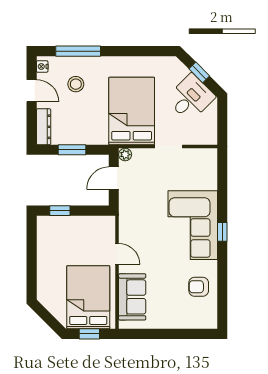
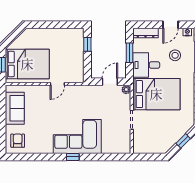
desk: (191, 98) -> (146, 65), moved, turned 135
door: (114, 178) -> (110, 82), hinge flipped
armchair: (199, 287) -> (18, 141), moved
sofa: (132, 297) -> (15, 108), moved, turned -90

